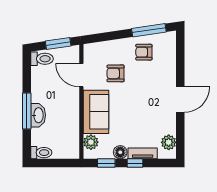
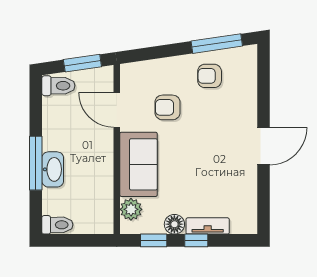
plant: (169, 142) -> (246, 210), removed

